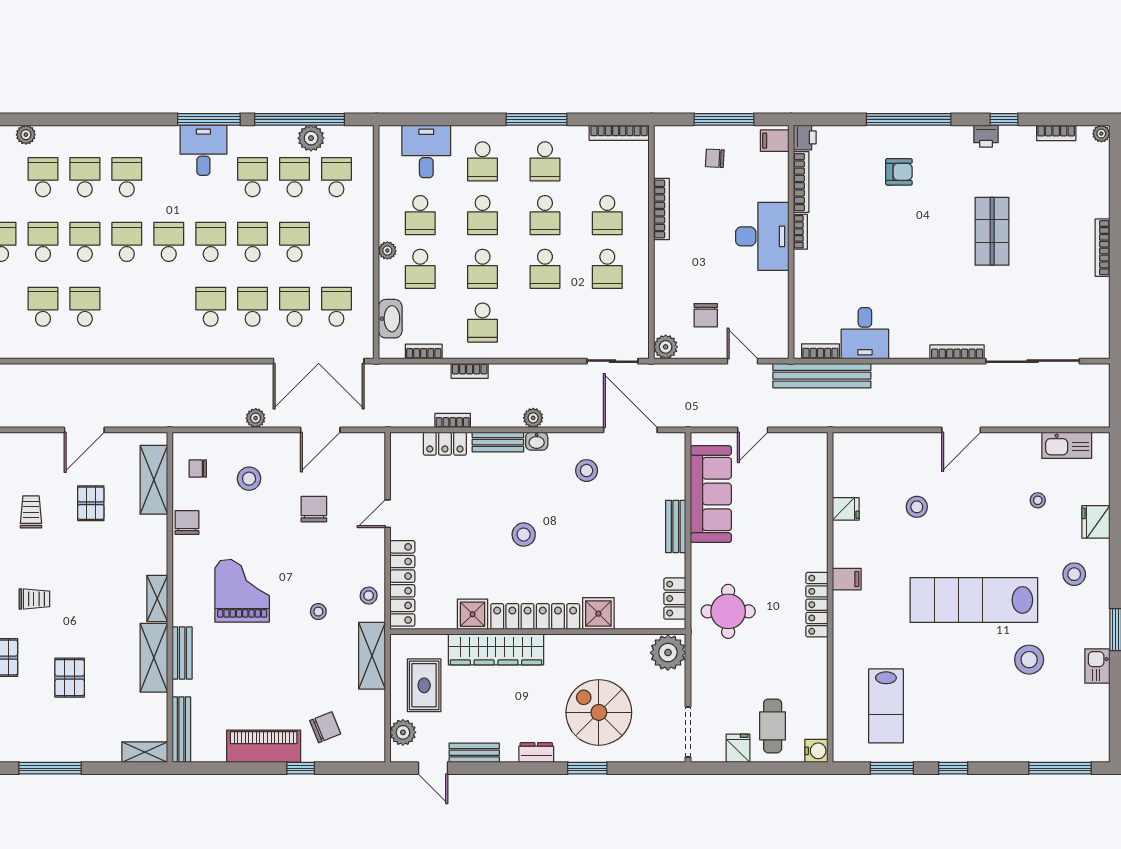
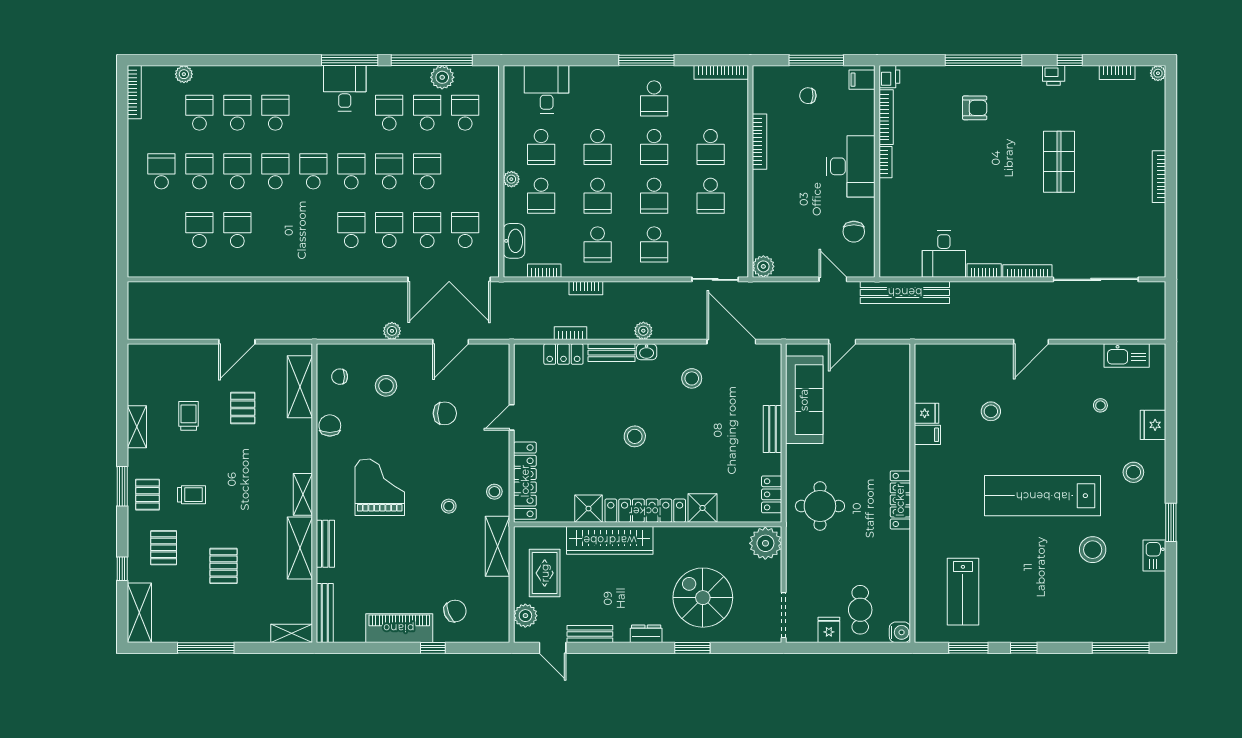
school desk: (483, 161) -> (654, 244), moved
chair: (706, 315) -> (854, 232), moved
bookcase: (820, 351) -> (984, 270), moved
chair: (314, 509) -> (445, 413), turned 90
filing cabinet: (847, 579) -> (927, 435), moved

